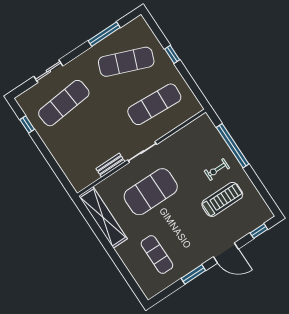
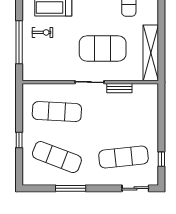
window: (104, 34) -> (71, 188), moved
sliding door: (48, 71) -> (135, 188), moved

